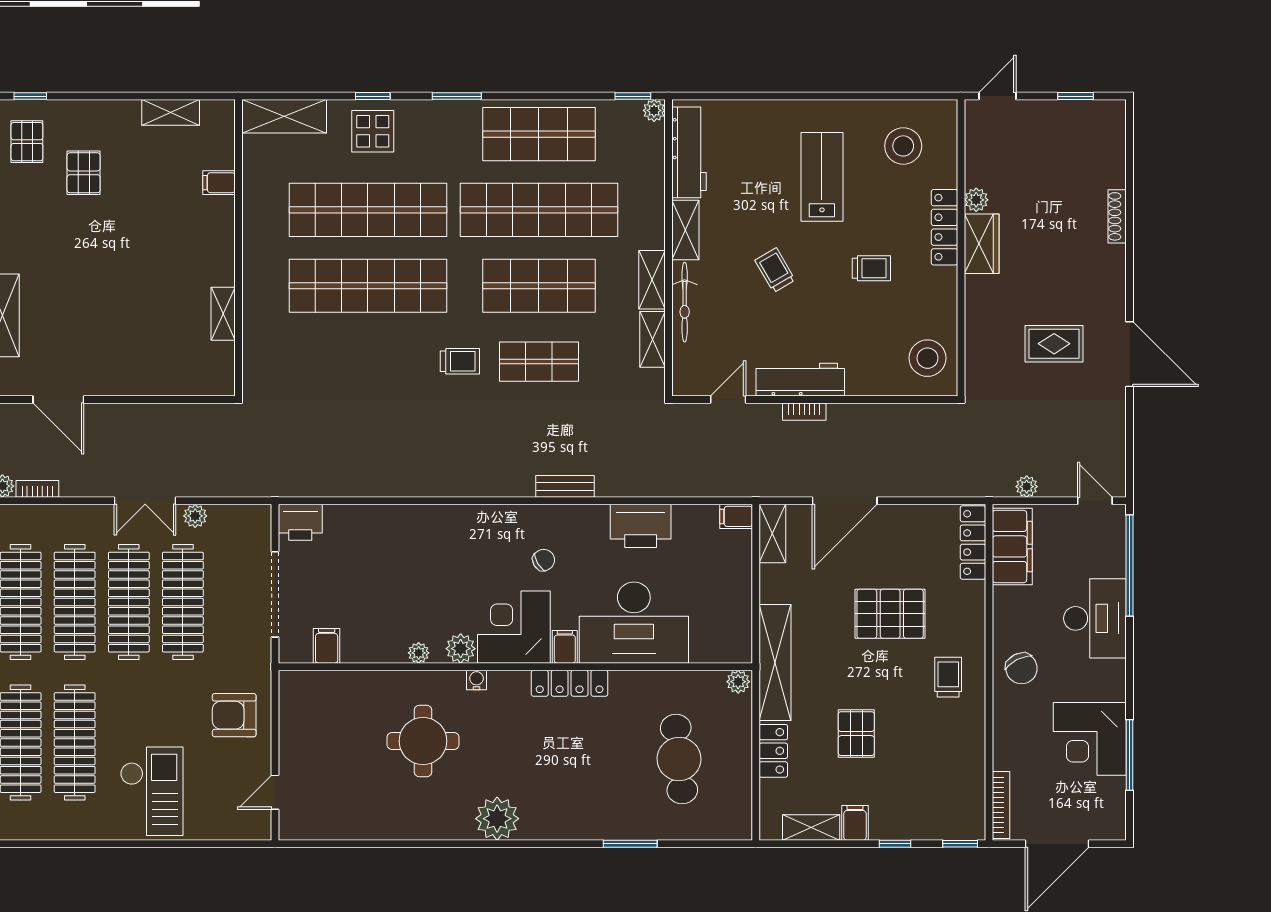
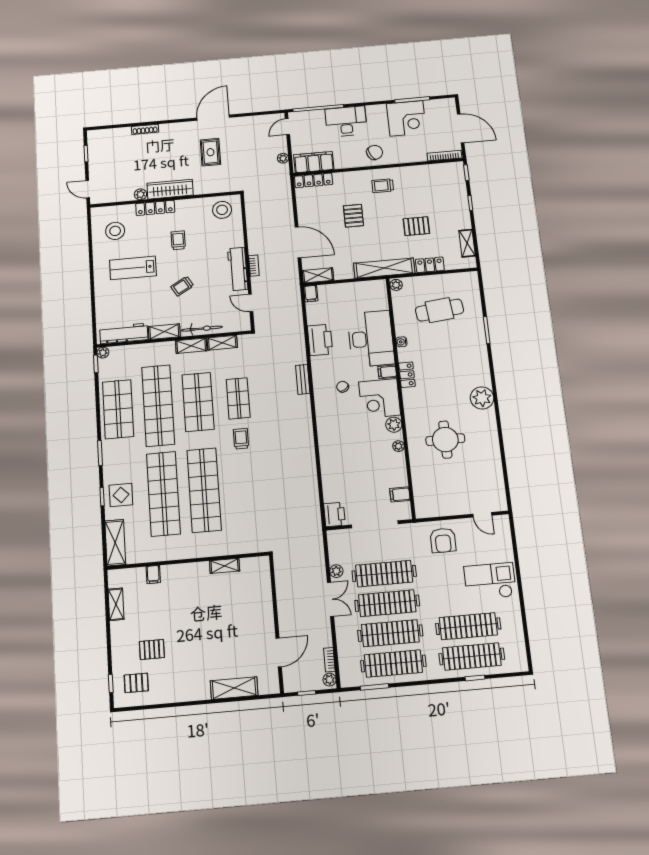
wardrobe: (982, 244) -> (170, 189), width x1.50
pallet: (890, 614) -> (353, 216), width x0.67, depth x0.71
water cooler: (477, 680) -> (402, 342), moved
locker: (570, 683) -> (407, 375), width x0.66
filing cabinet: (855, 823) -> (462, 223), removed

